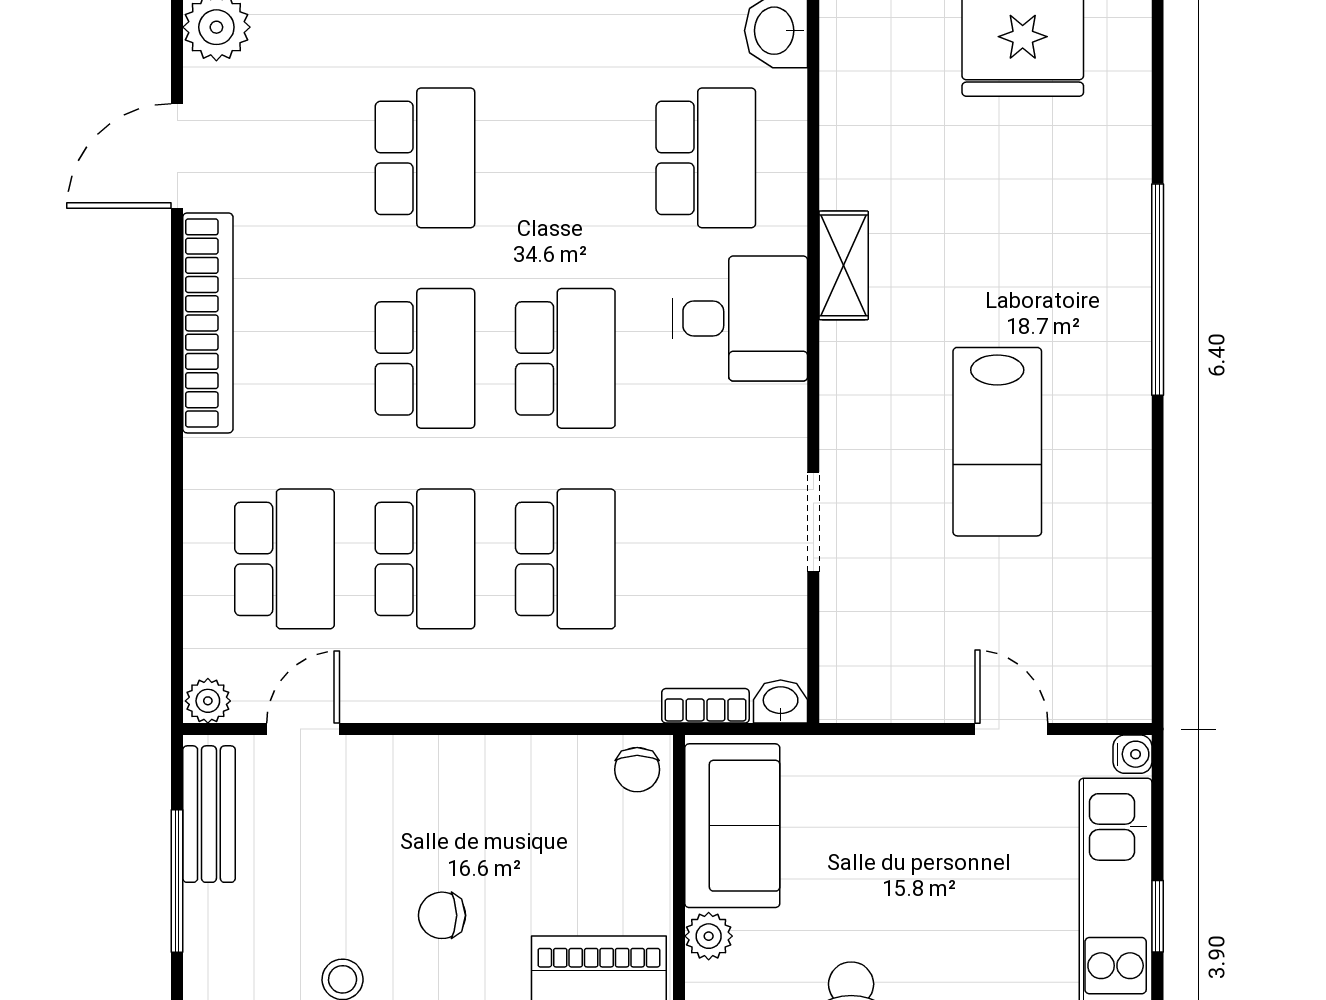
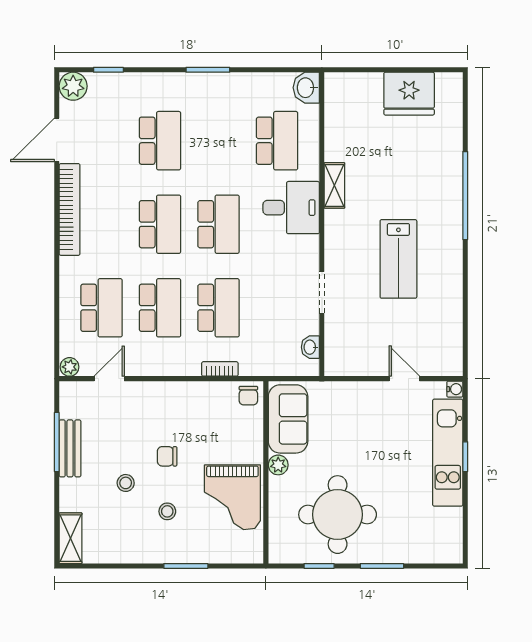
washbasin: (781, 702) -> (310, 347), moved, turned -90
bookcase: (705, 706) -> (220, 369), moved
bench: (209, 814) -> (70, 448), moved

